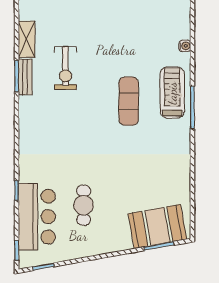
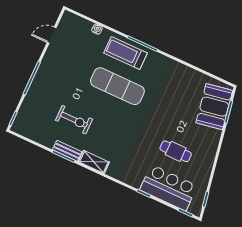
shelving: (27, 39) -> (94, 162), moved
exercise mat: (129, 101) -> (117, 86), width x1.36, depth x1.45

